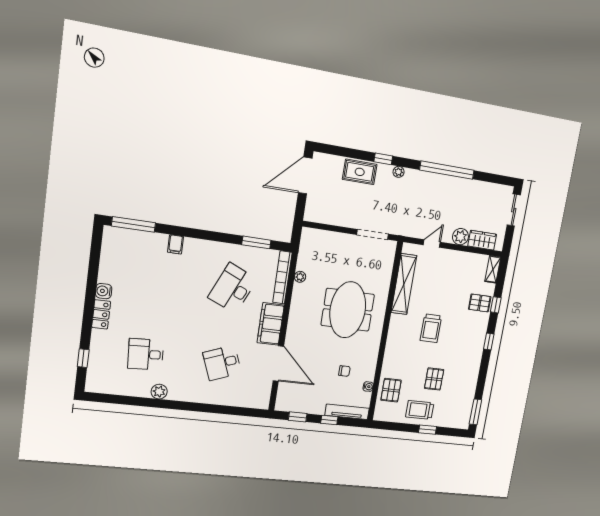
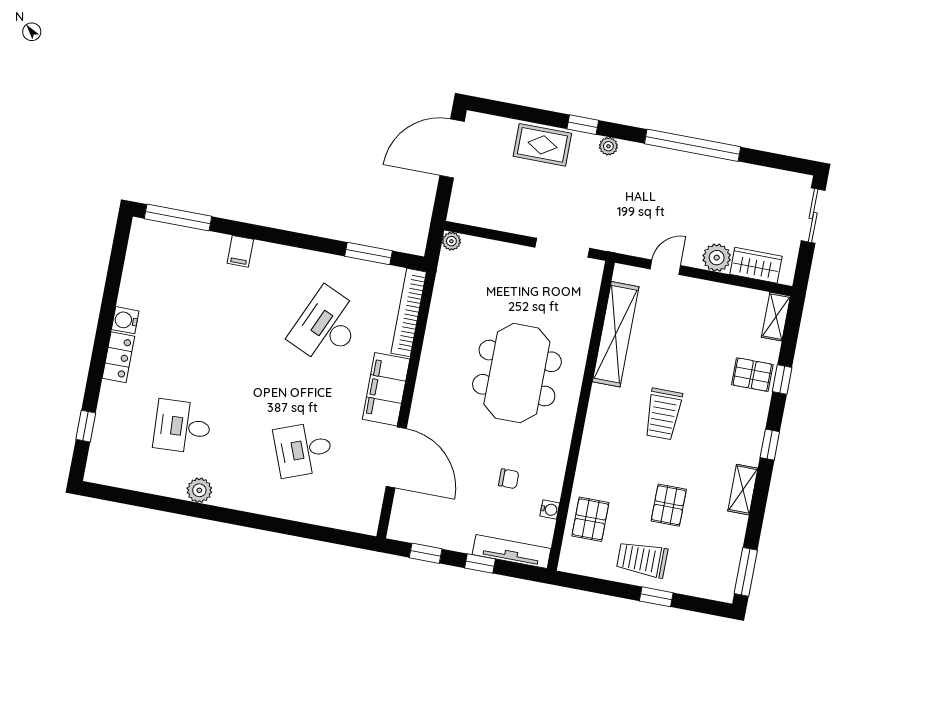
plant: (300, 277) -> (451, 241), moved
shelving: (474, 367) -> (743, 490), added

